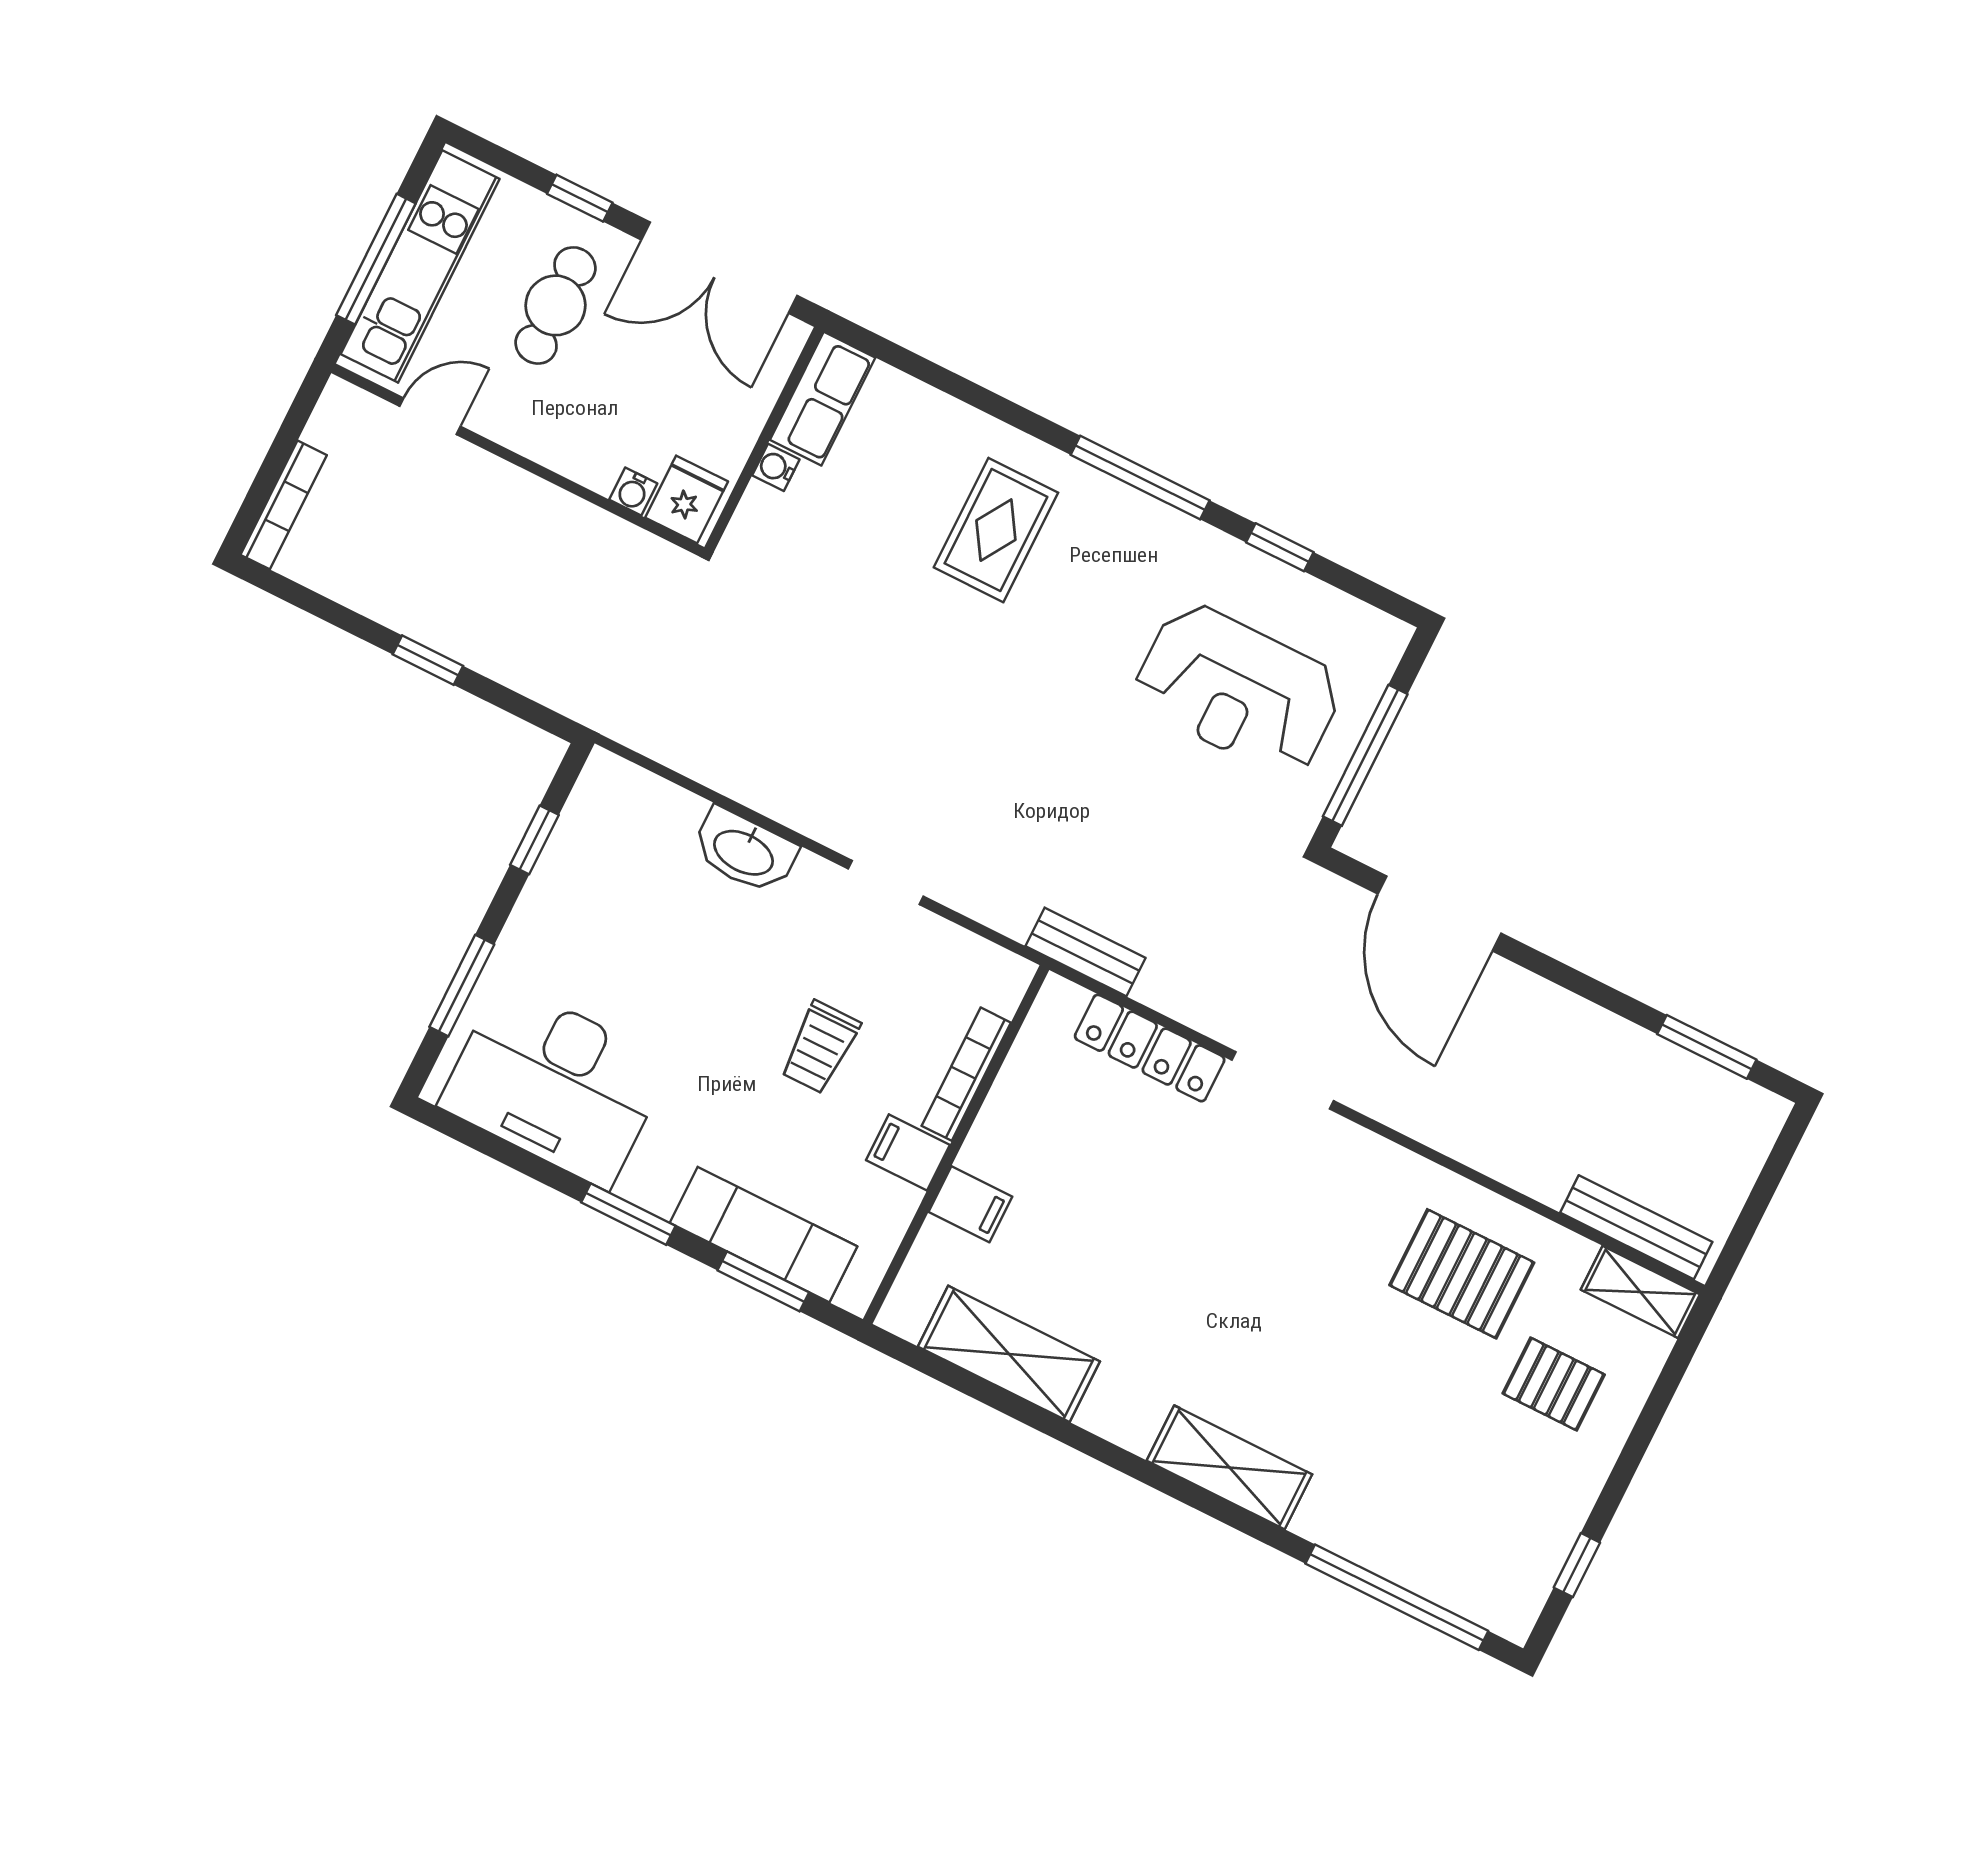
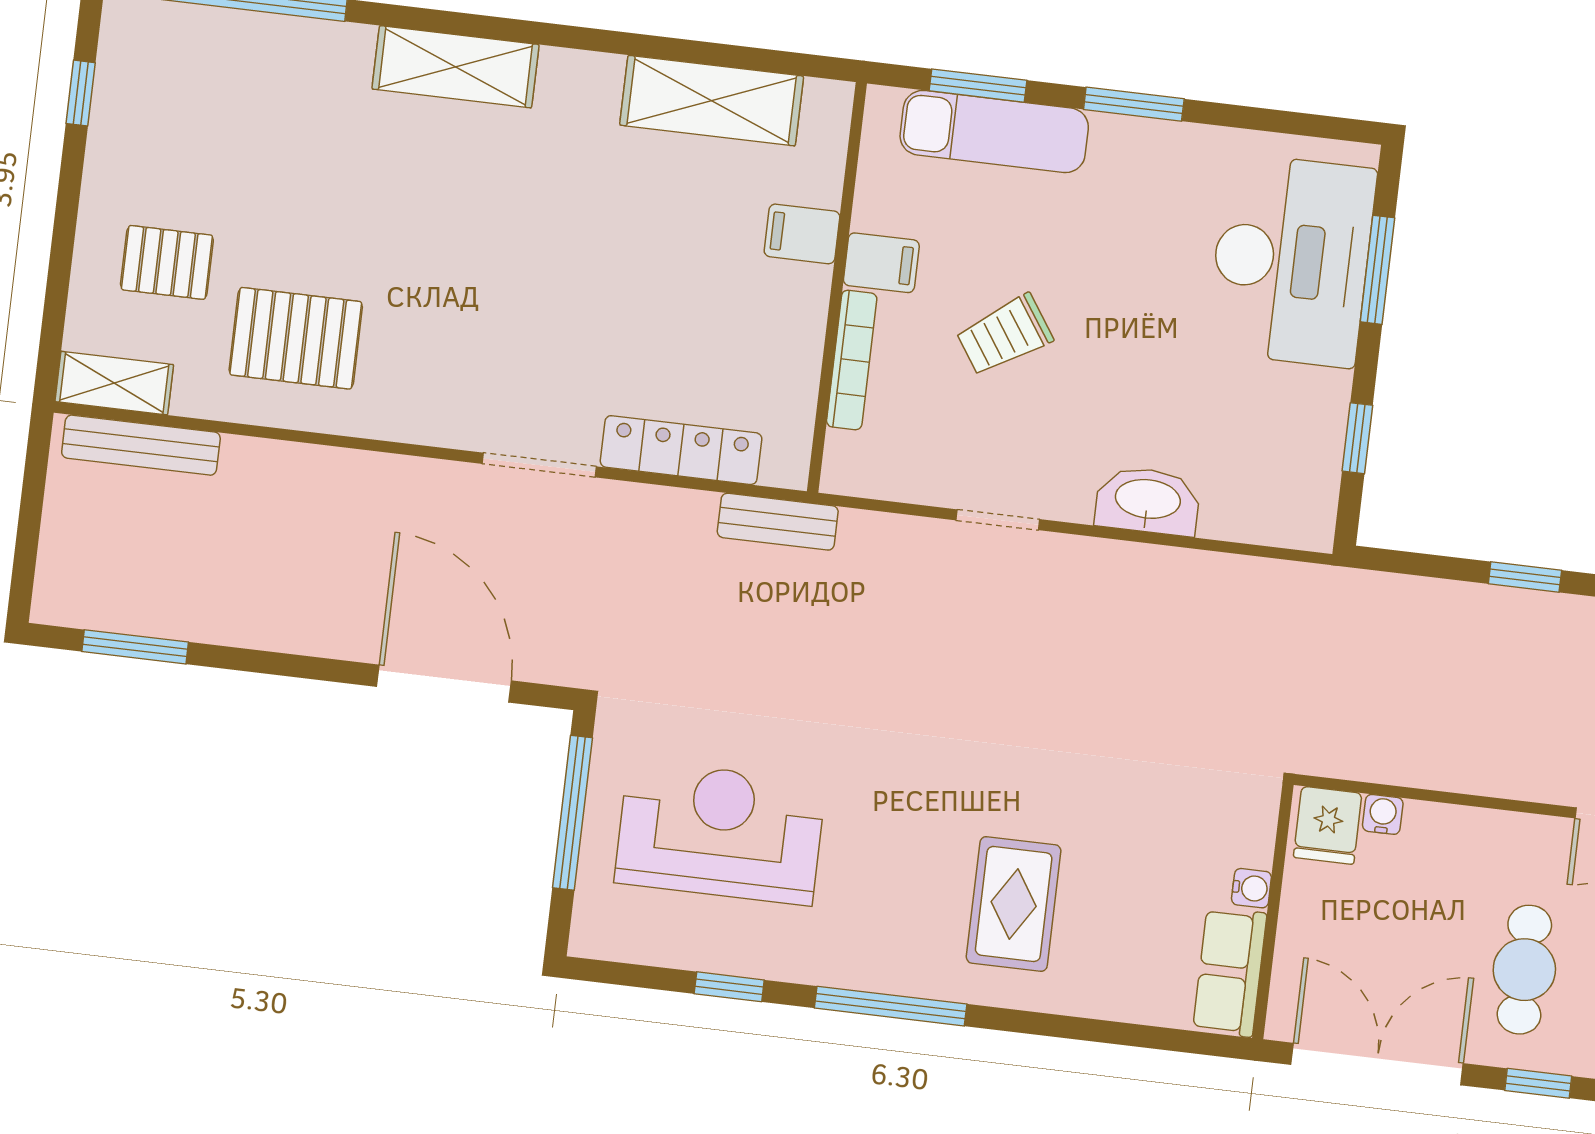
trolley: (820, 1047) -> (1005, 335), turned -124
desk: (555, 1084) -> (1291, 260), moved, turned 90

